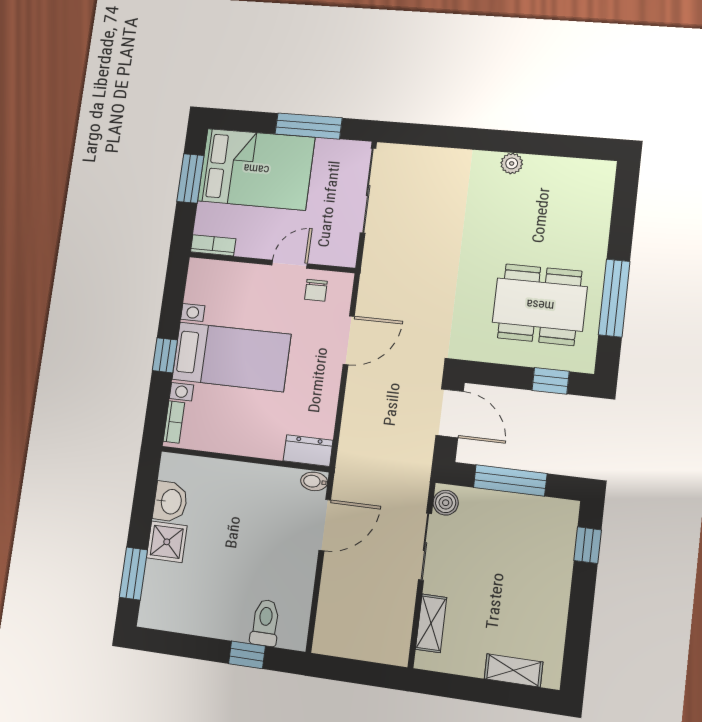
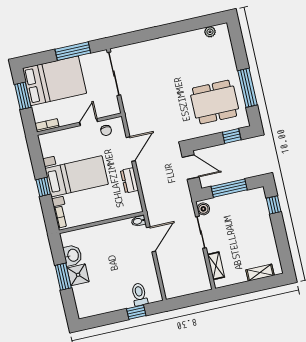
plant: (512, 163) -> (210, 32), moved
dresser: (308, 451) -> (129, 180), moved, turned -90
window: (133, 574) -> (63, 277), moved

